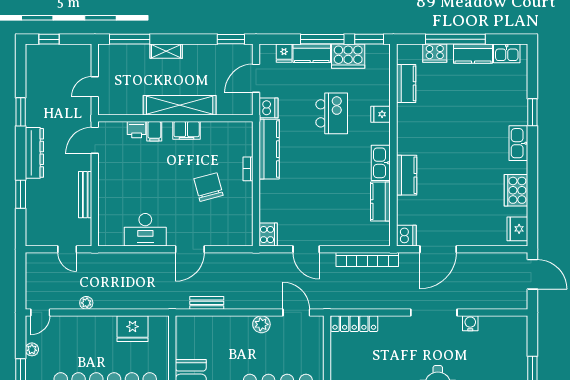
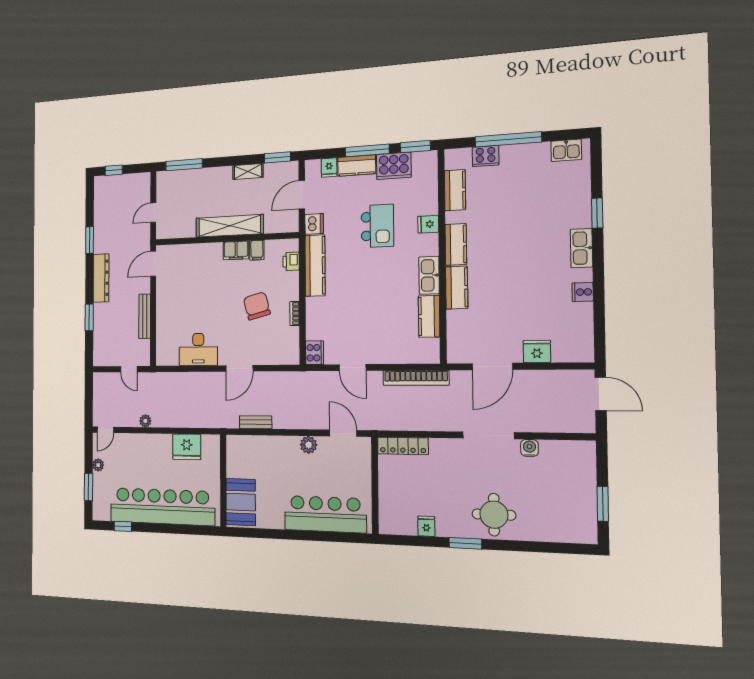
shelving: (166, 51) -> (248, 171), moved
kitchen counter: (473, 54) -> (456, 244), moved, turned -90
printer: (137, 130) -> (291, 261), moved, turned 90
filing cabinet: (154, 131) -> (257, 250), moved
bookcase: (248, 169) -> (295, 313), moved
cooker: (516, 190) -> (583, 292), width x0.53, depth x0.76
fridge: (517, 229) -> (537, 351), moved, turned 90
dishwasher: (406, 236) -> (457, 352), removed

